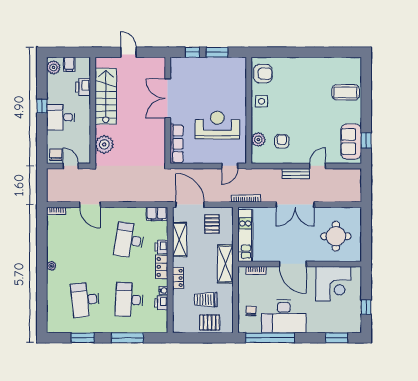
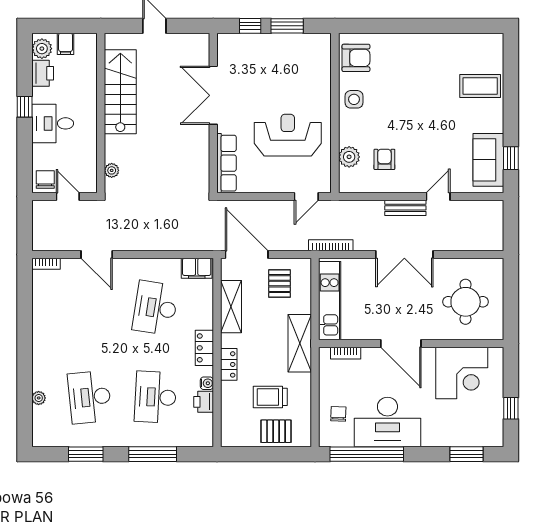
printer: (83, 87) -> (43, 73), moved, turned 180
plant: (104, 144) -> (112, 170), width x0.53, depth x0.53
printer: (161, 247) -> (204, 318), removed
plant: (51, 266) -> (39, 398), moved

